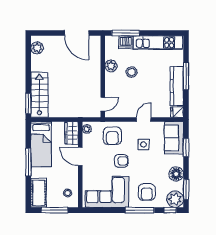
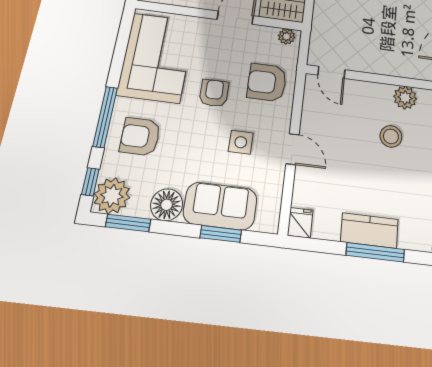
kitchen counter: (177, 86) -> (369, 230), width x0.67
sofa: (174, 138) -> (220, 206), moved
armchair: (121, 161) -> (214, 93), turned 180

